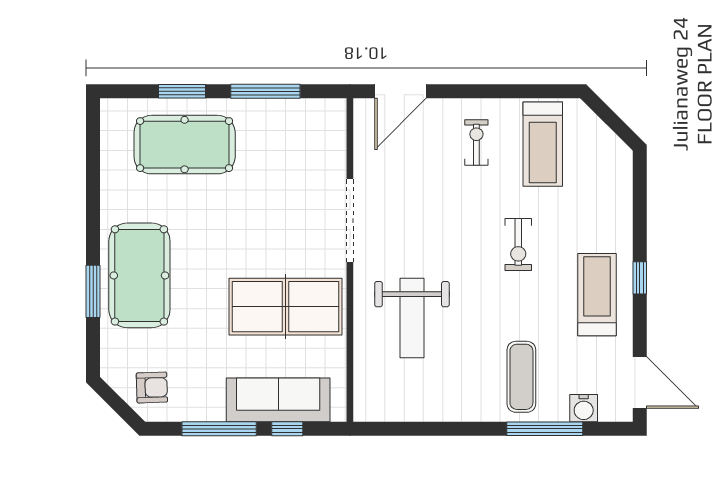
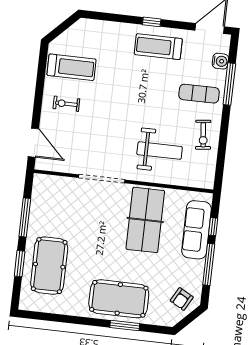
exercise bike: (518, 244) -> (203, 135), moved, turned 84
armchair: (152, 388) -> (182, 299), turned -149

